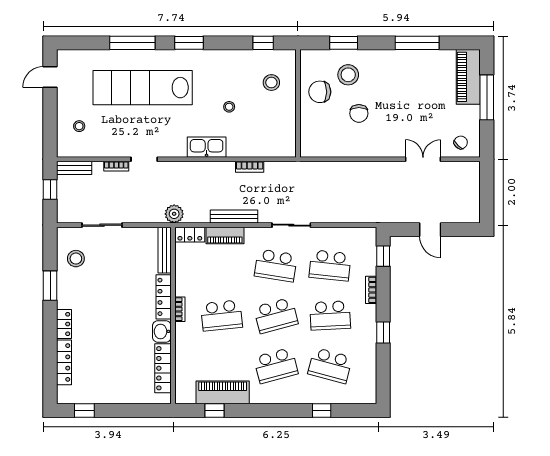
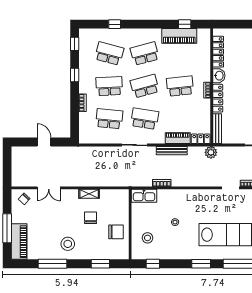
stool: (348, 75) -> (68, 244), moved
kitchen sink: (207, 147) -> (144, 196), moved
shelving: (361, 150) -> (89, 194), added
window: (383, 256) -> (75, 44), moved

